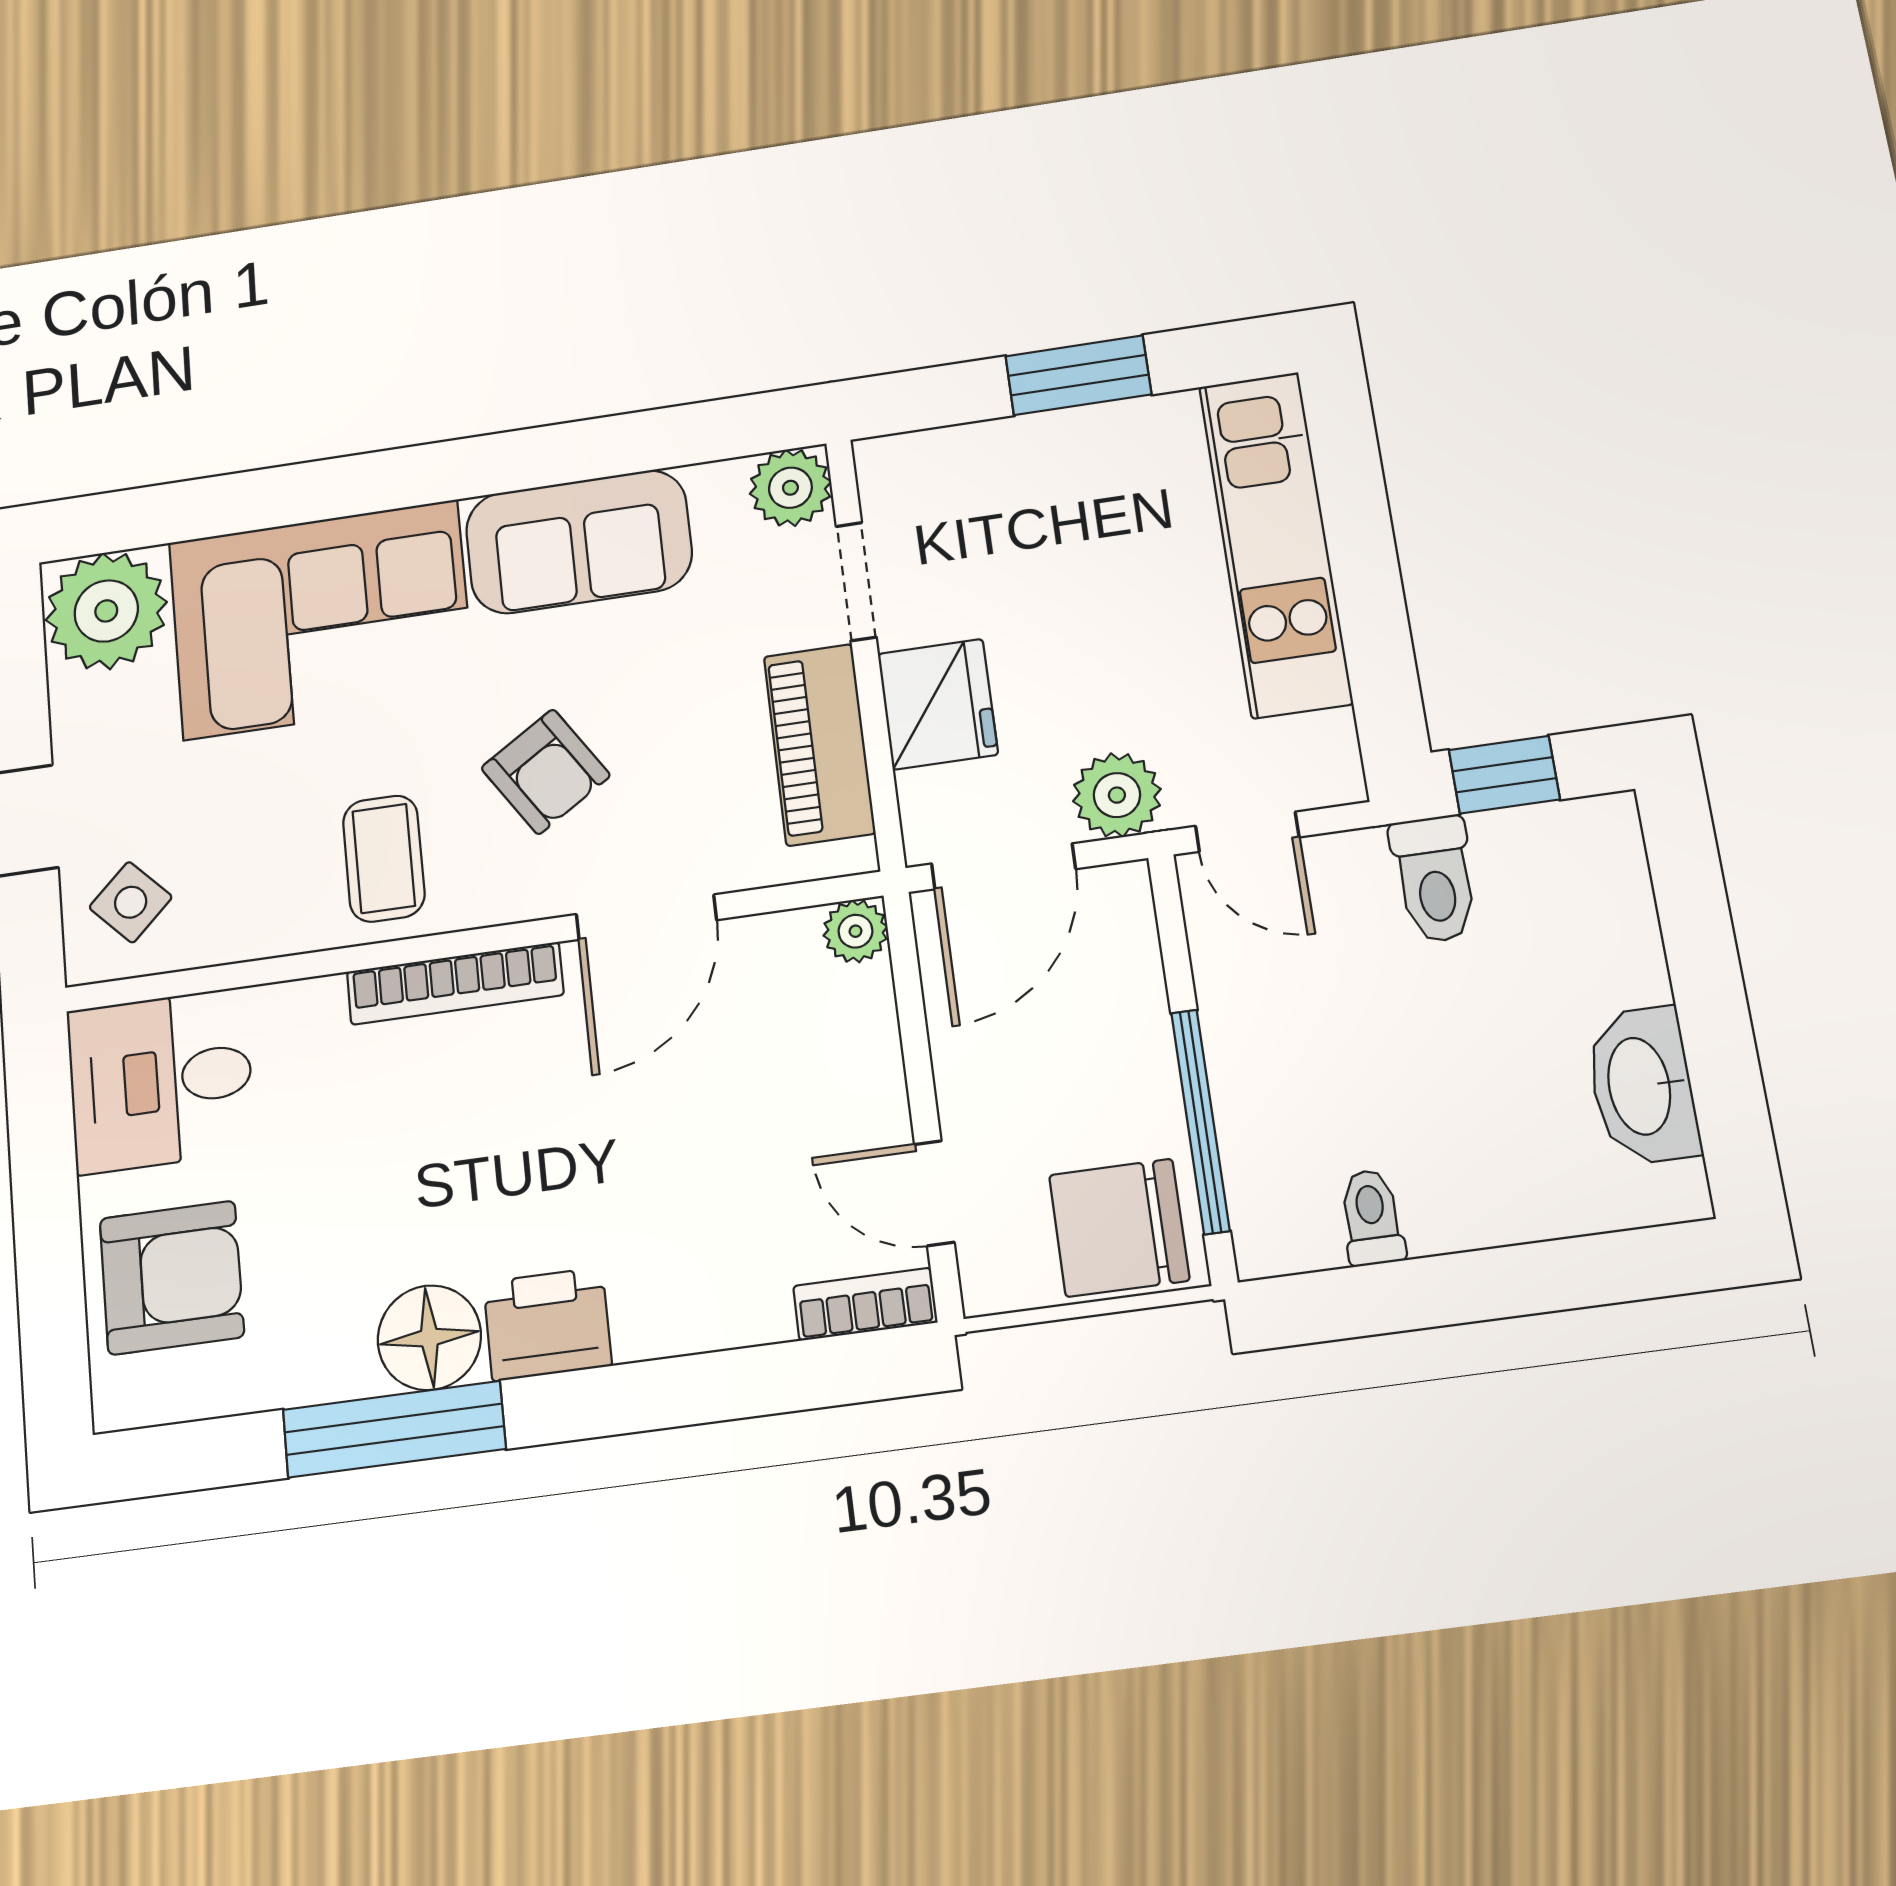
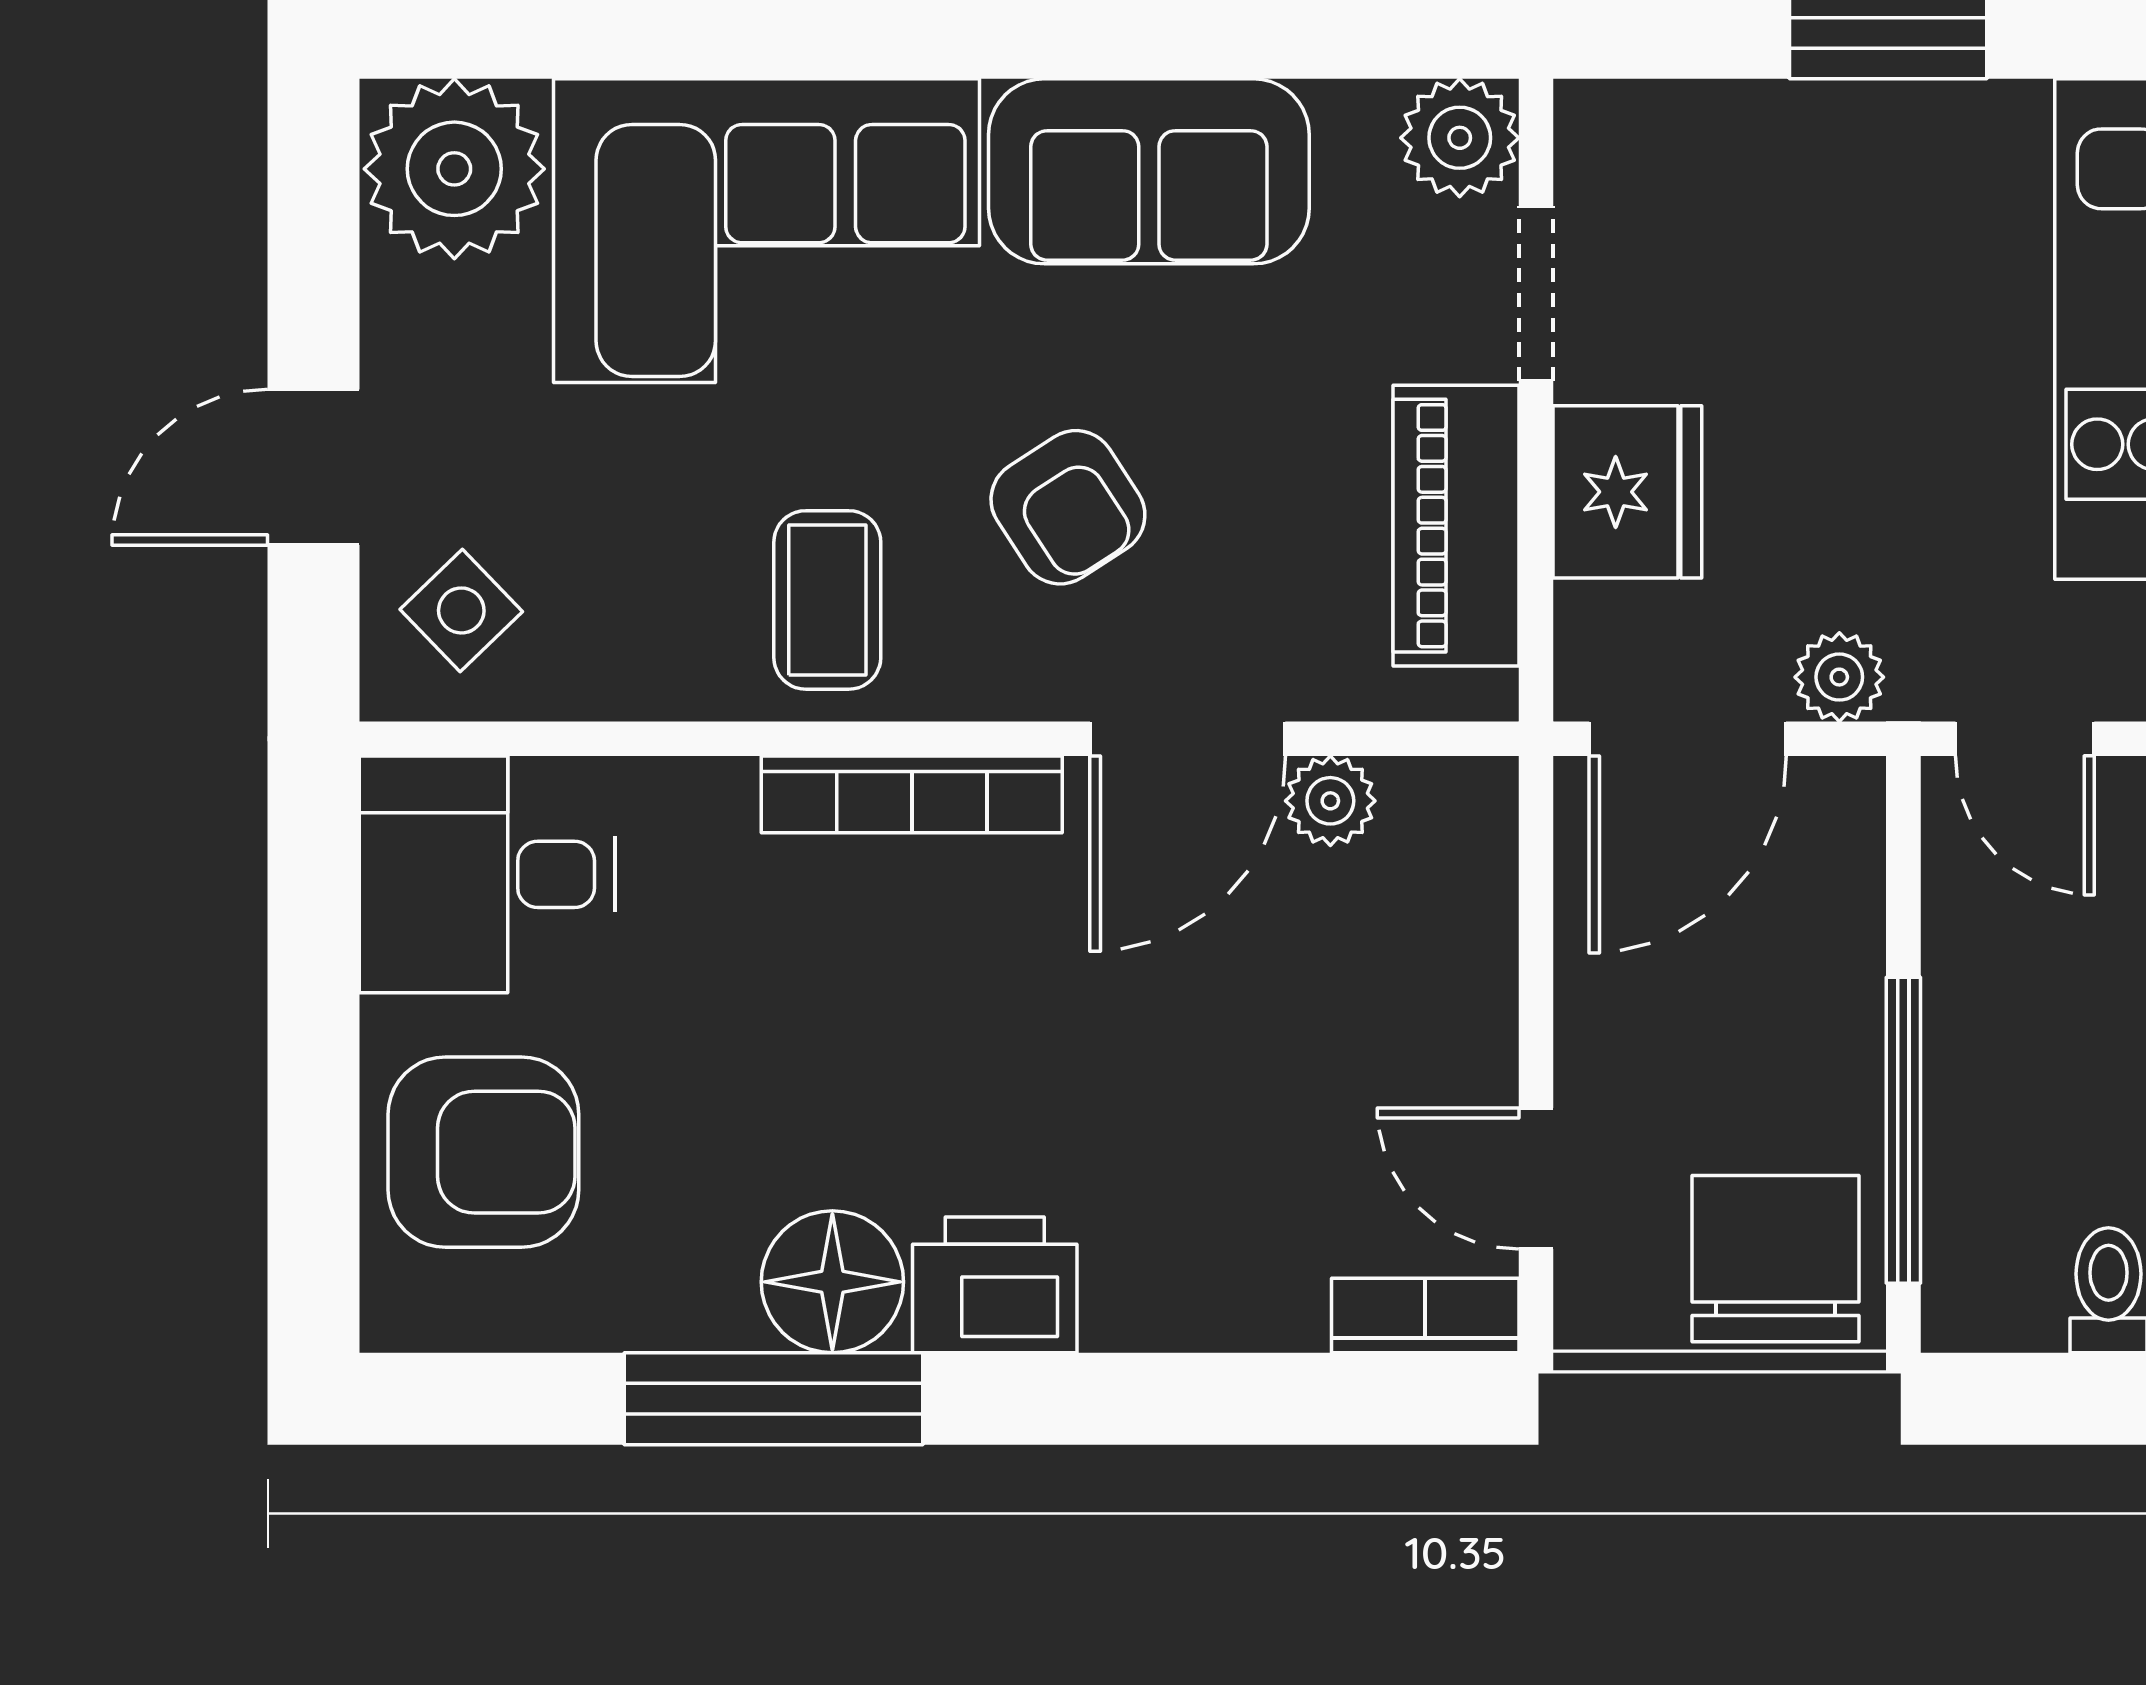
plant: (1117, 795) -> (1839, 677), width x0.73, depth x0.73
plant: (855, 931) -> (1330, 801), moved
chair: (1119, 1228) -> (1775, 1259), turned 90

